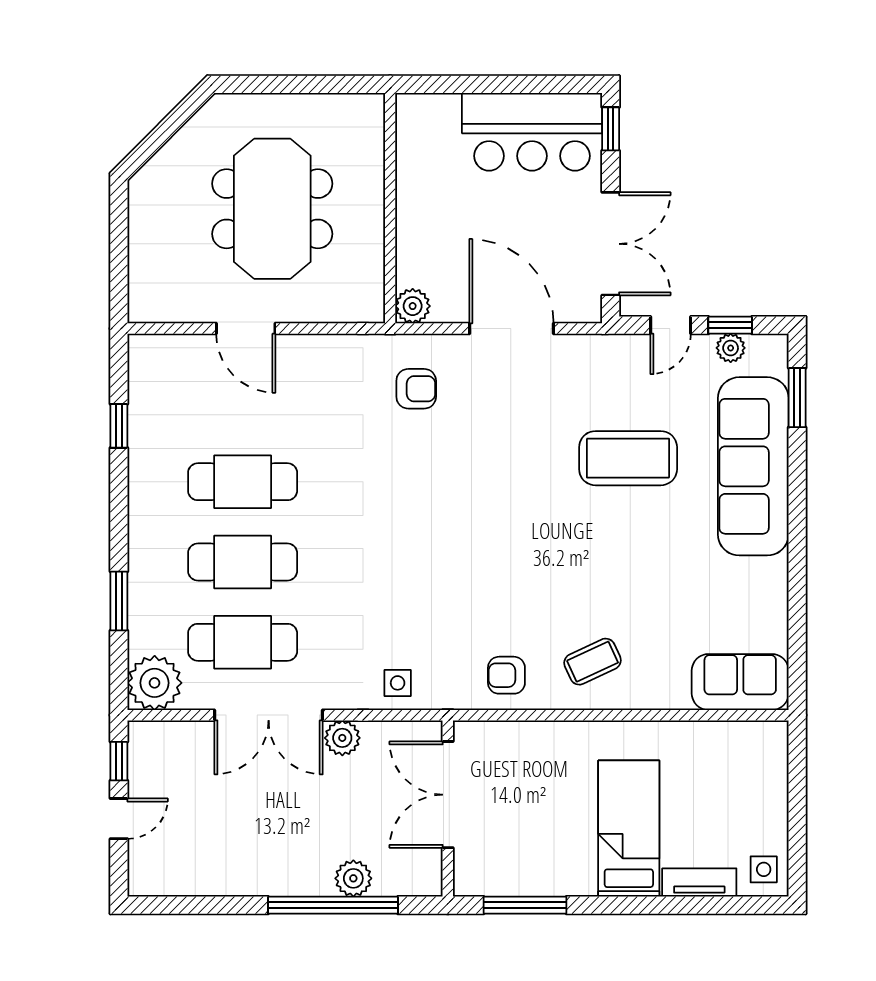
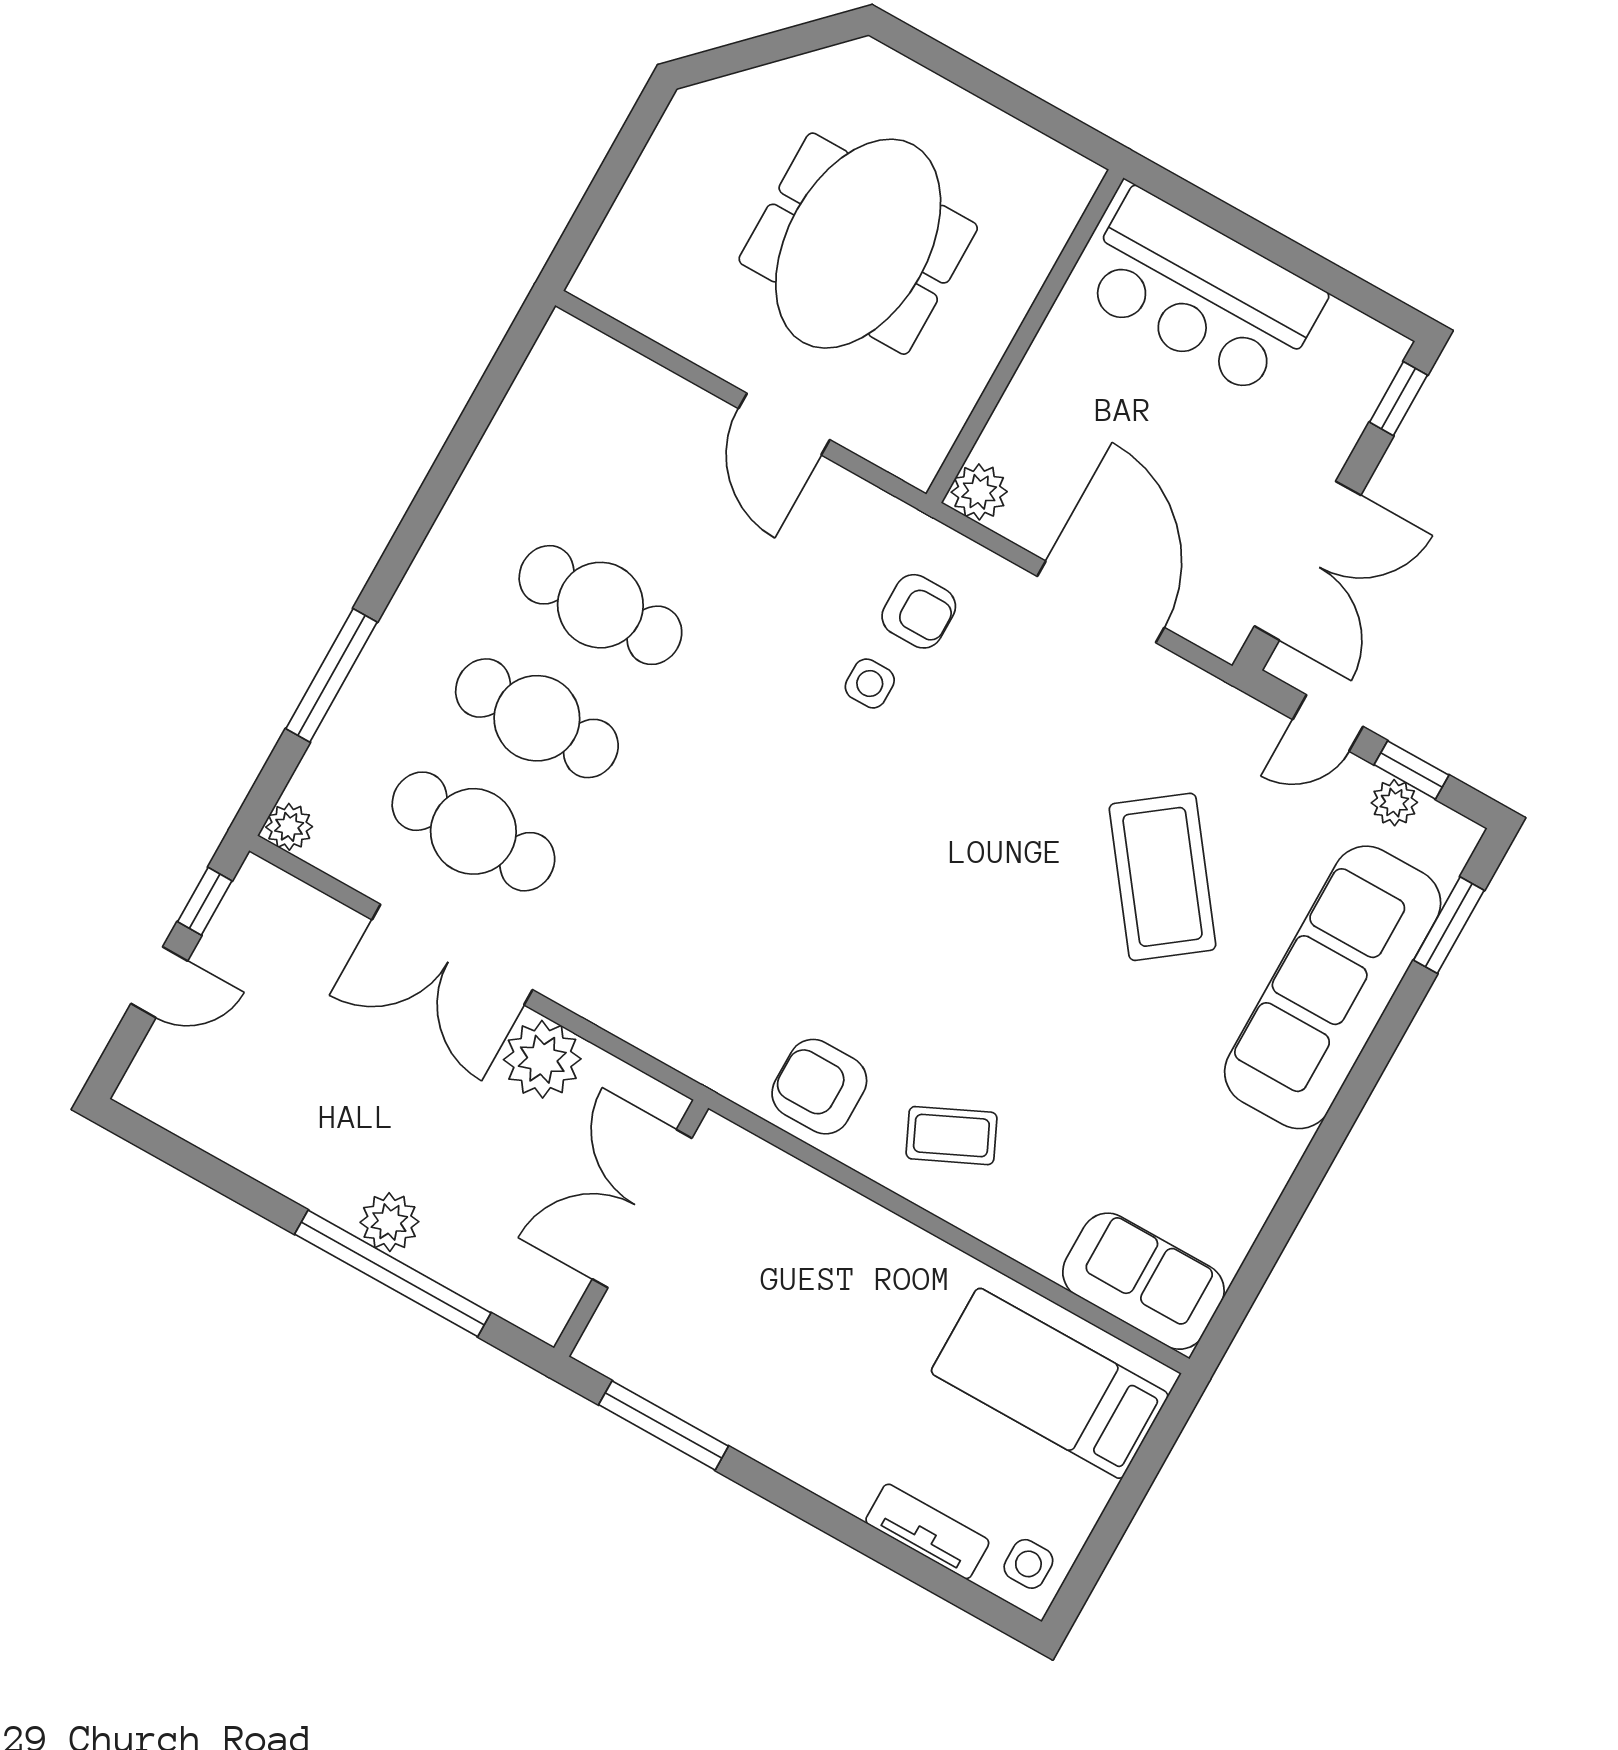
bar counter: (532, 132) -> (1201, 293), moved
door: (246, 329) -> (784, 424), moved
window: (119, 426) -> (470, 428), removed
coffee table: (628, 458) -> (1163, 877), turned 53
window: (119, 601) -> (331, 675), width x1.44
armchair: (506, 675) -> (819, 1087), width x1.38, depth x1.38
plant: (155, 683) -> (289, 827), width x0.53, depth x0.53
side table: (398, 683) -> (870, 683), moved
plant: (342, 738) -> (542, 1059), width x1.36, depth x1.36
bed: (629, 829) -> (1050, 1383), moved, turned -90
plant: (353, 878) -> (389, 1222), moved

